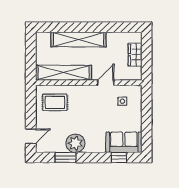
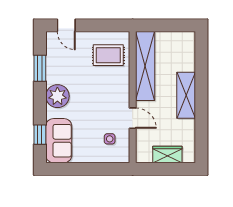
shelving: (78, 40) -> (186, 95), width x0.68
rug: (55, 102) -> (108, 55), turned 90
plant: (75, 143) -> (57, 96), moved

